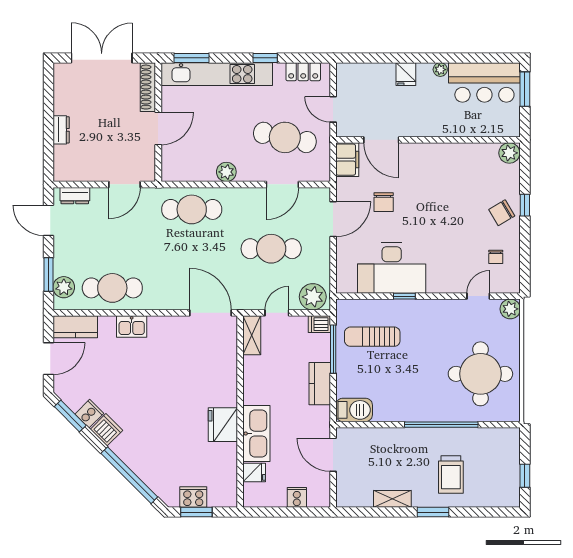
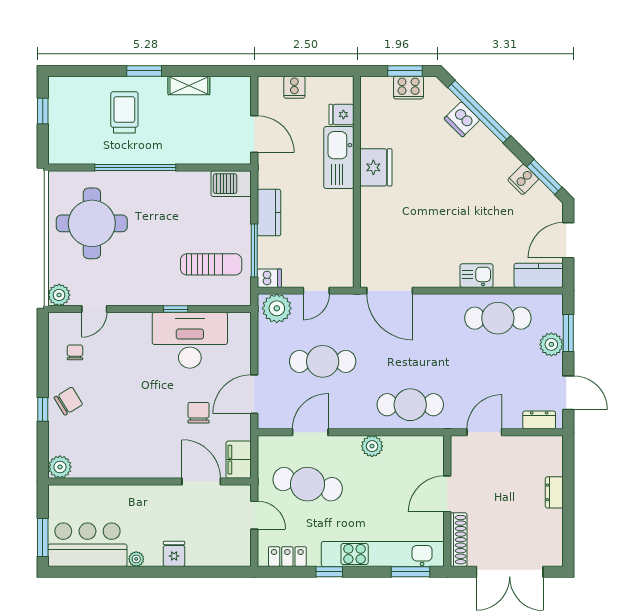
plant: (64, 287) -> (551, 344), moved
shelving: (252, 335) -> (344, 266), removed
dishwasher: (106, 430) -> (462, 119), moved

